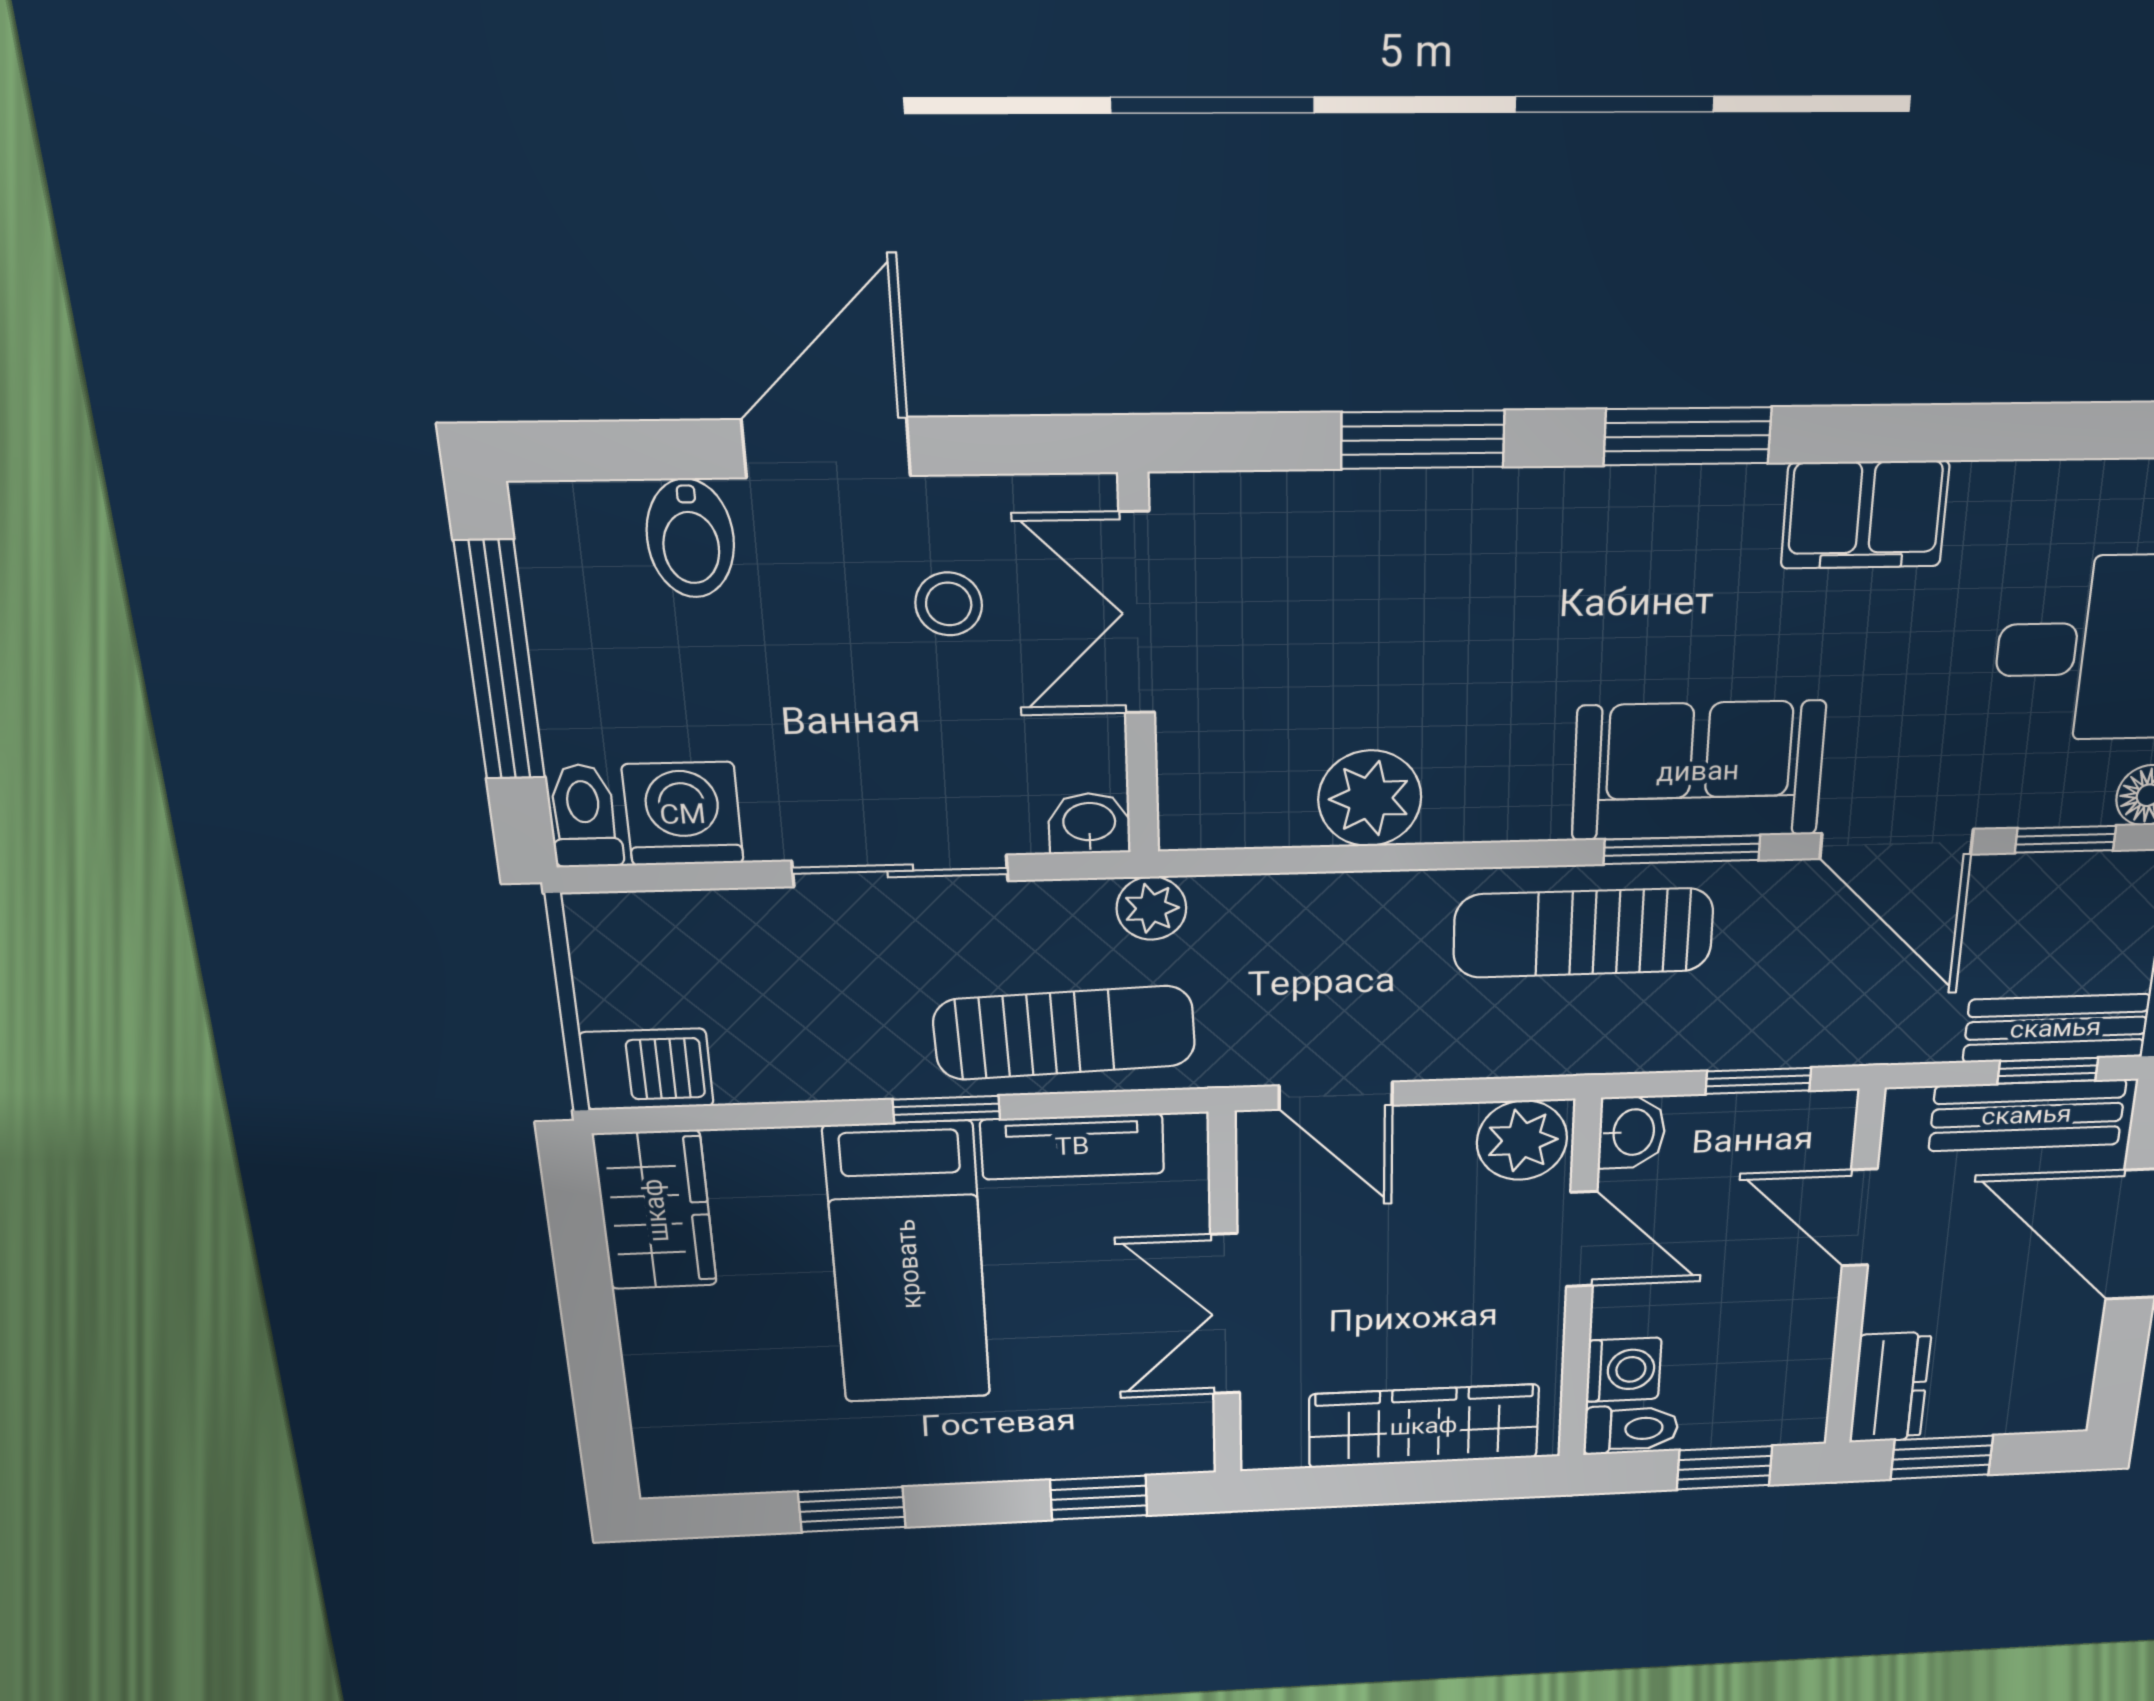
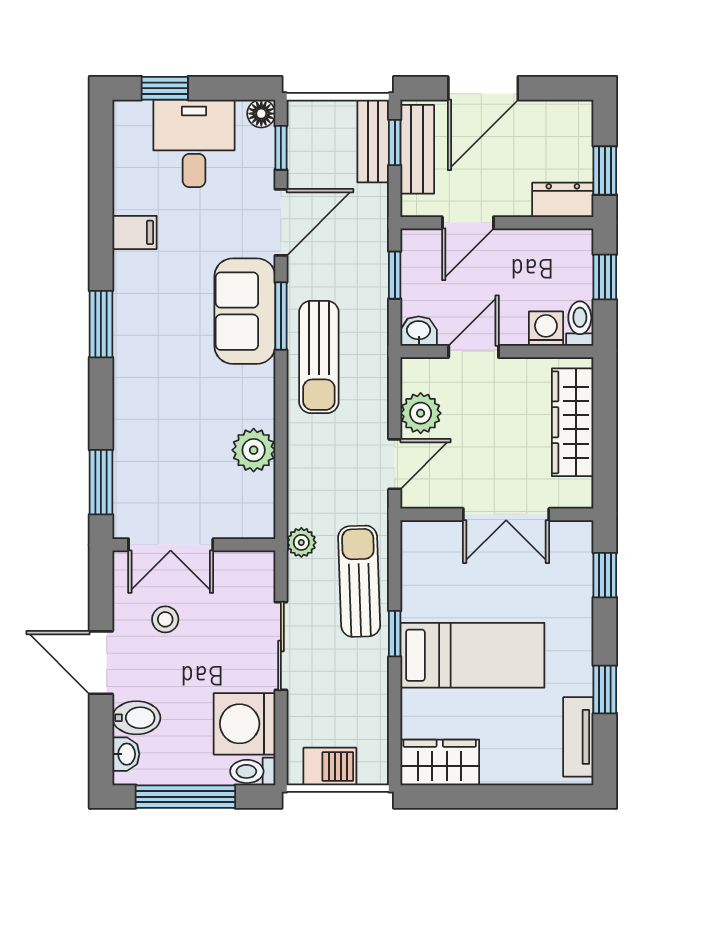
window: (1423, 440) -> (101, 482), moved
filing cabinet: (1865, 515) -> (135, 232), width x0.50
washing machine: (683, 814) -> (244, 724), width x1.37, depth x1.37
washbasin: (1089, 823) -> (126, 754), moved, turned 180
barbecue: (647, 1069) -> (330, 766), moved, turned 90
plant: (1522, 1140) -> (421, 413), moved
tv unit: (1072, 1146) -> (578, 737), moved, turned 180

